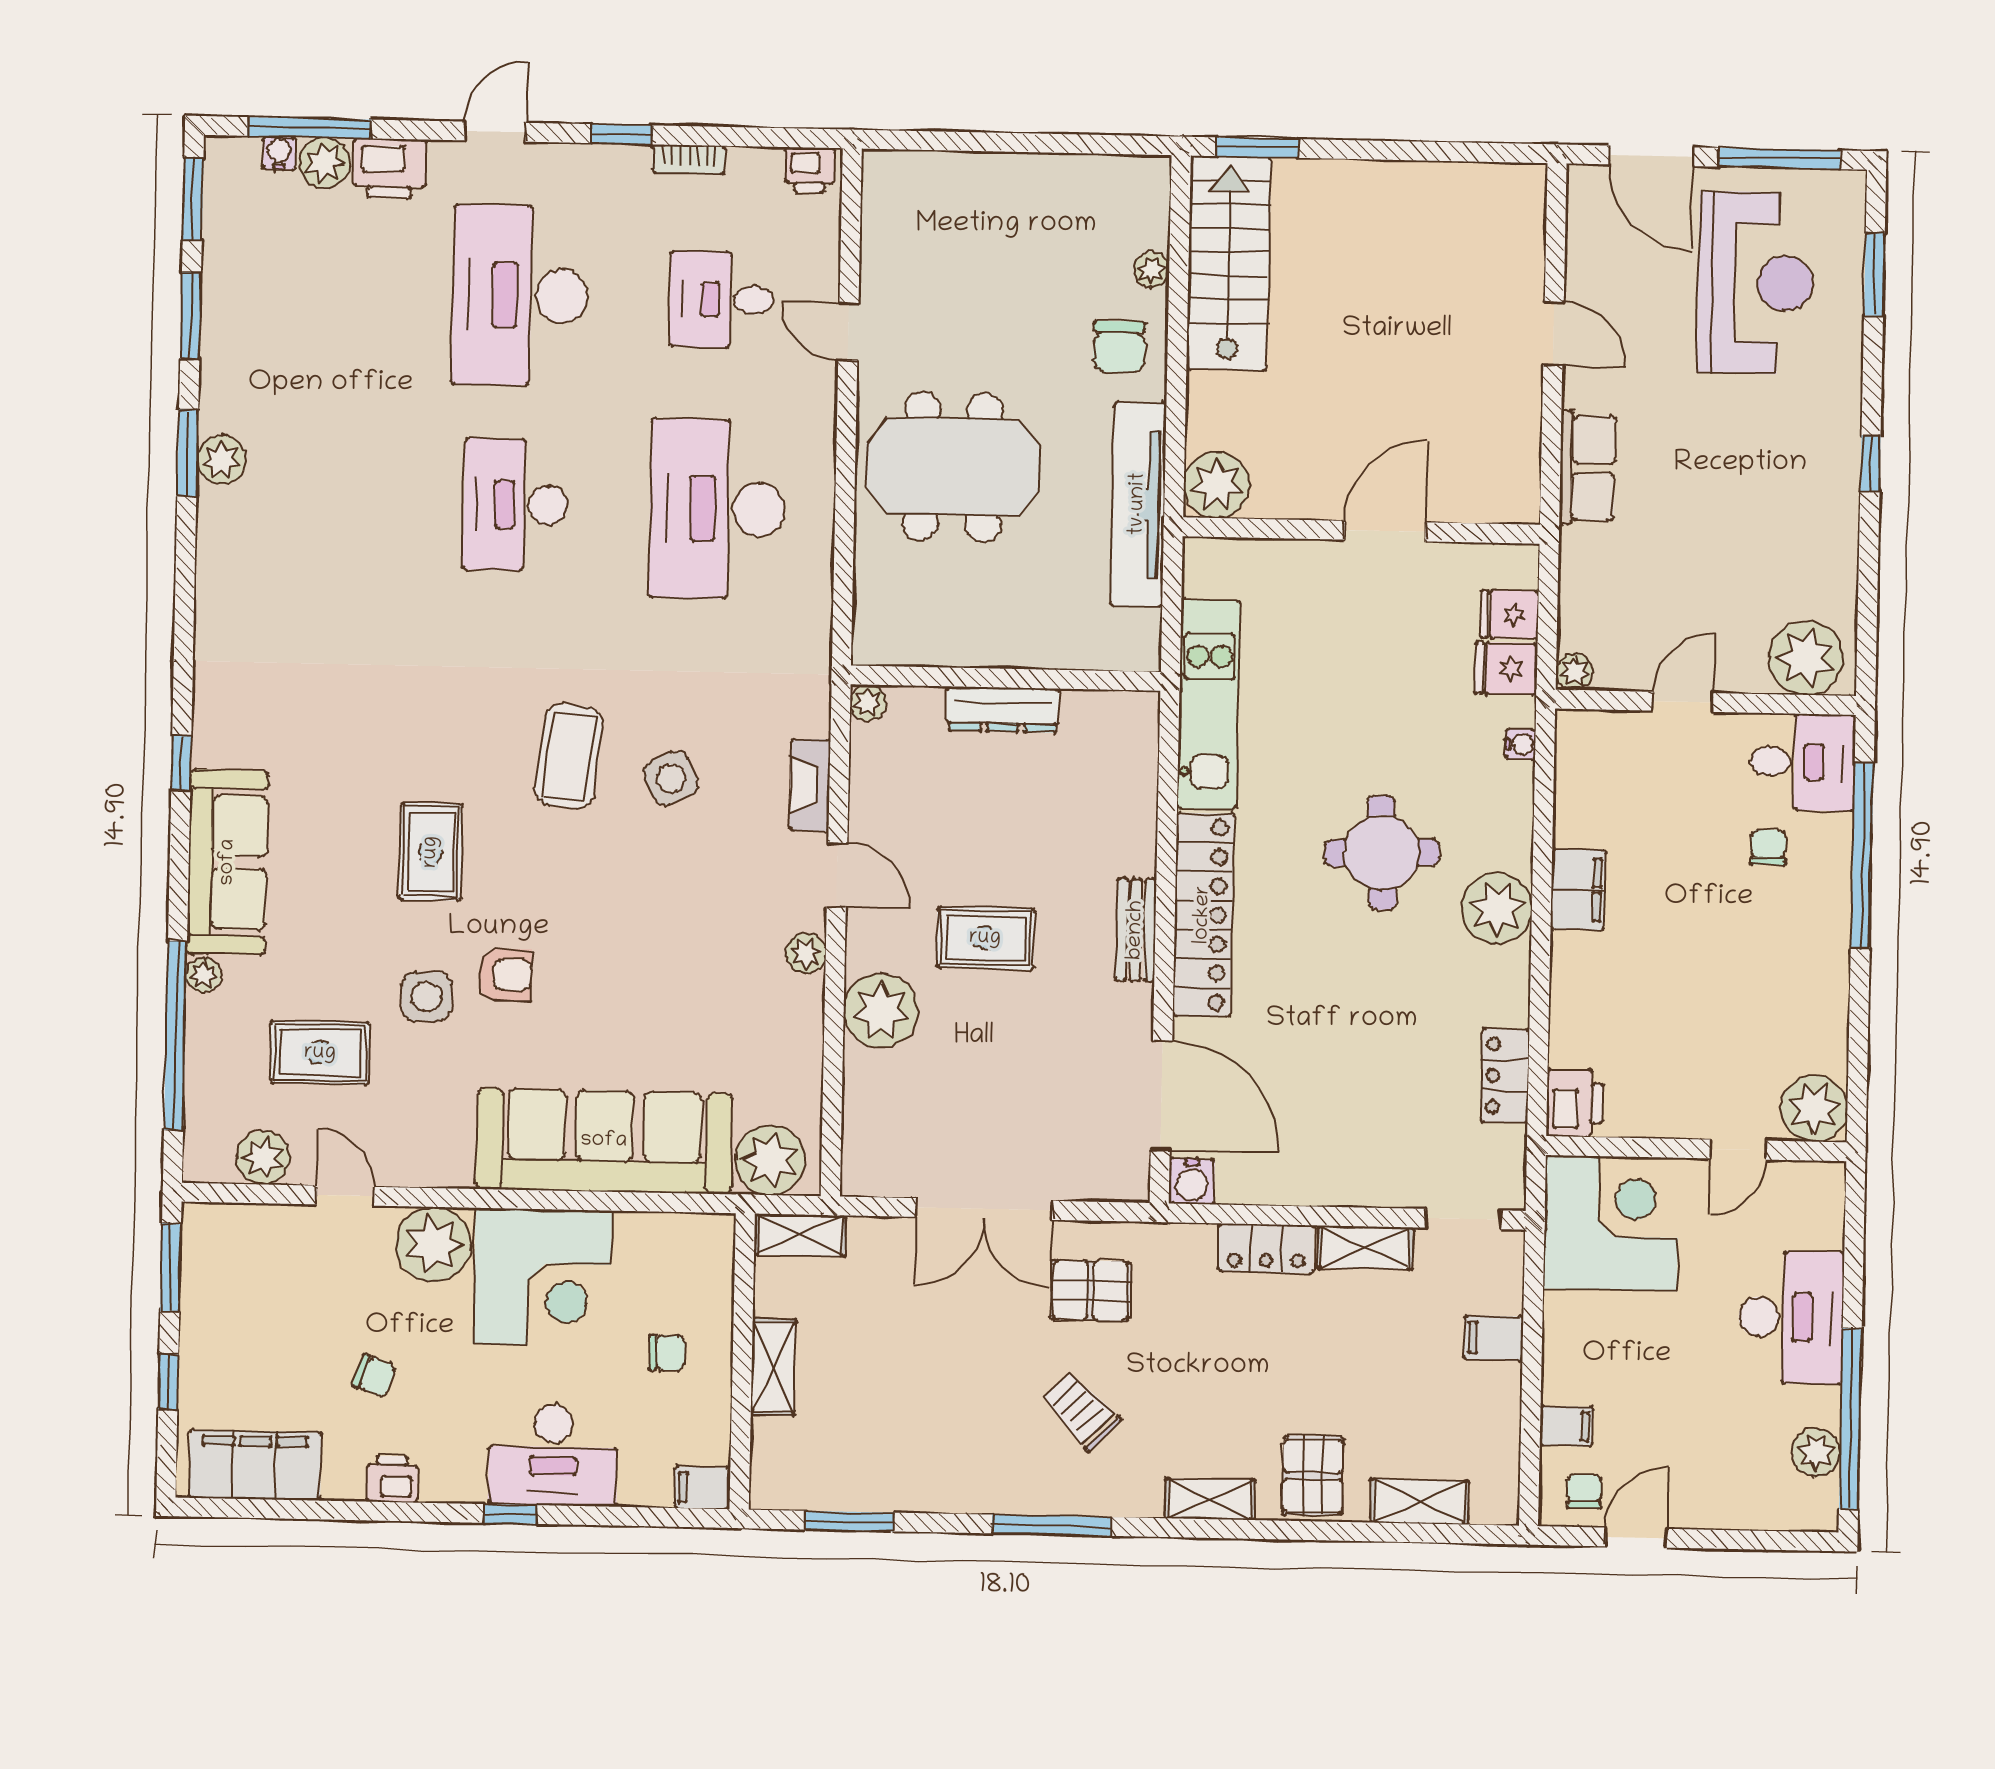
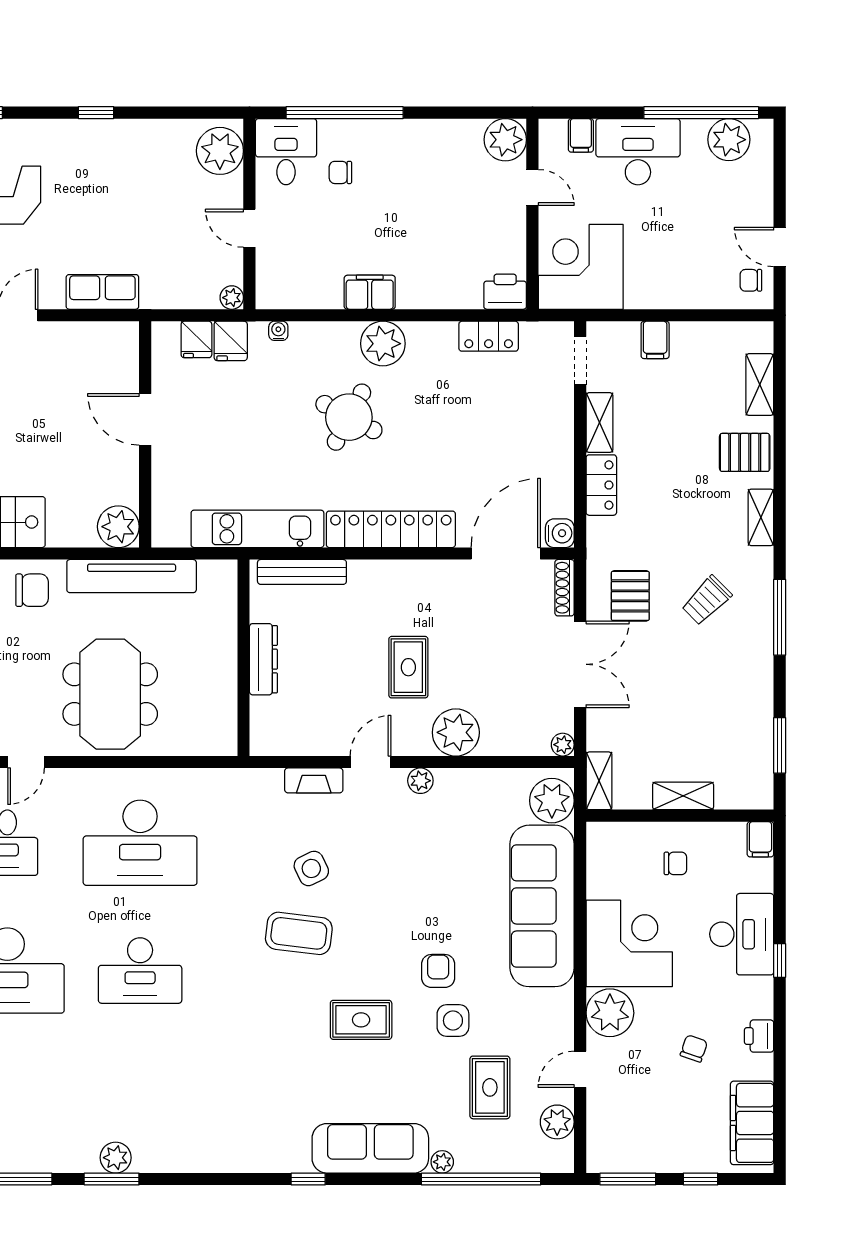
plant: (868, 703) -> (563, 745), moved
round table: (1382, 853) -> (349, 417), turned 30
bench: (1136, 930) -> (302, 572), moved, width x1.36
shoe rack: (1106, 1187) -> (565, 588), added
chair: (667, 1353) -> (675, 863), turned 90
filing cabinet: (1566, 1426) -> (581, 135), moved, turned 180
plant: (1816, 1452) -> (729, 140), width x1.36, depth x1.36

